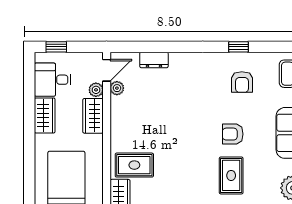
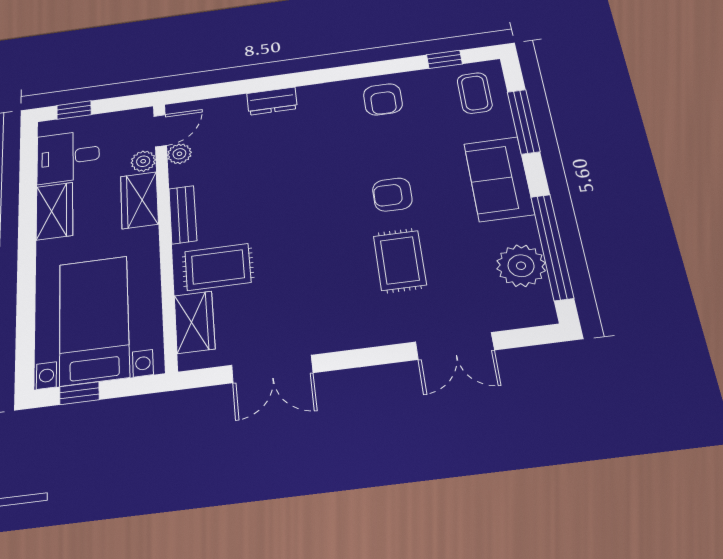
window: (238, 47) -> (444, 59), moved
dresser: (154, 60) -> (272, 101), moved
armchair: (242, 82) -> (383, 99), moved
bench: (117, 129) -> (183, 215), added

